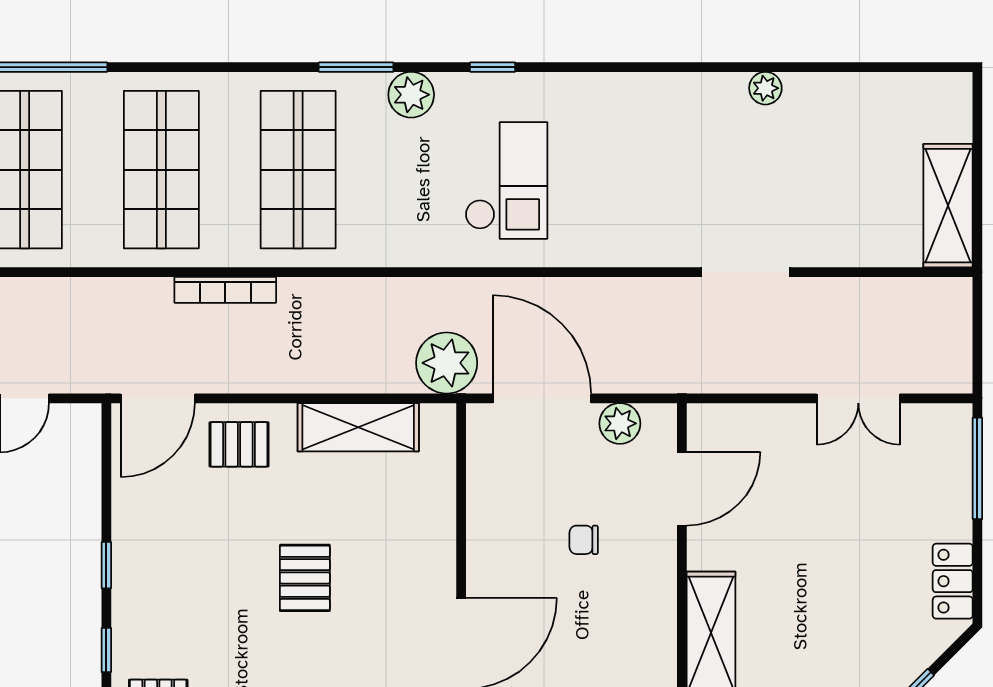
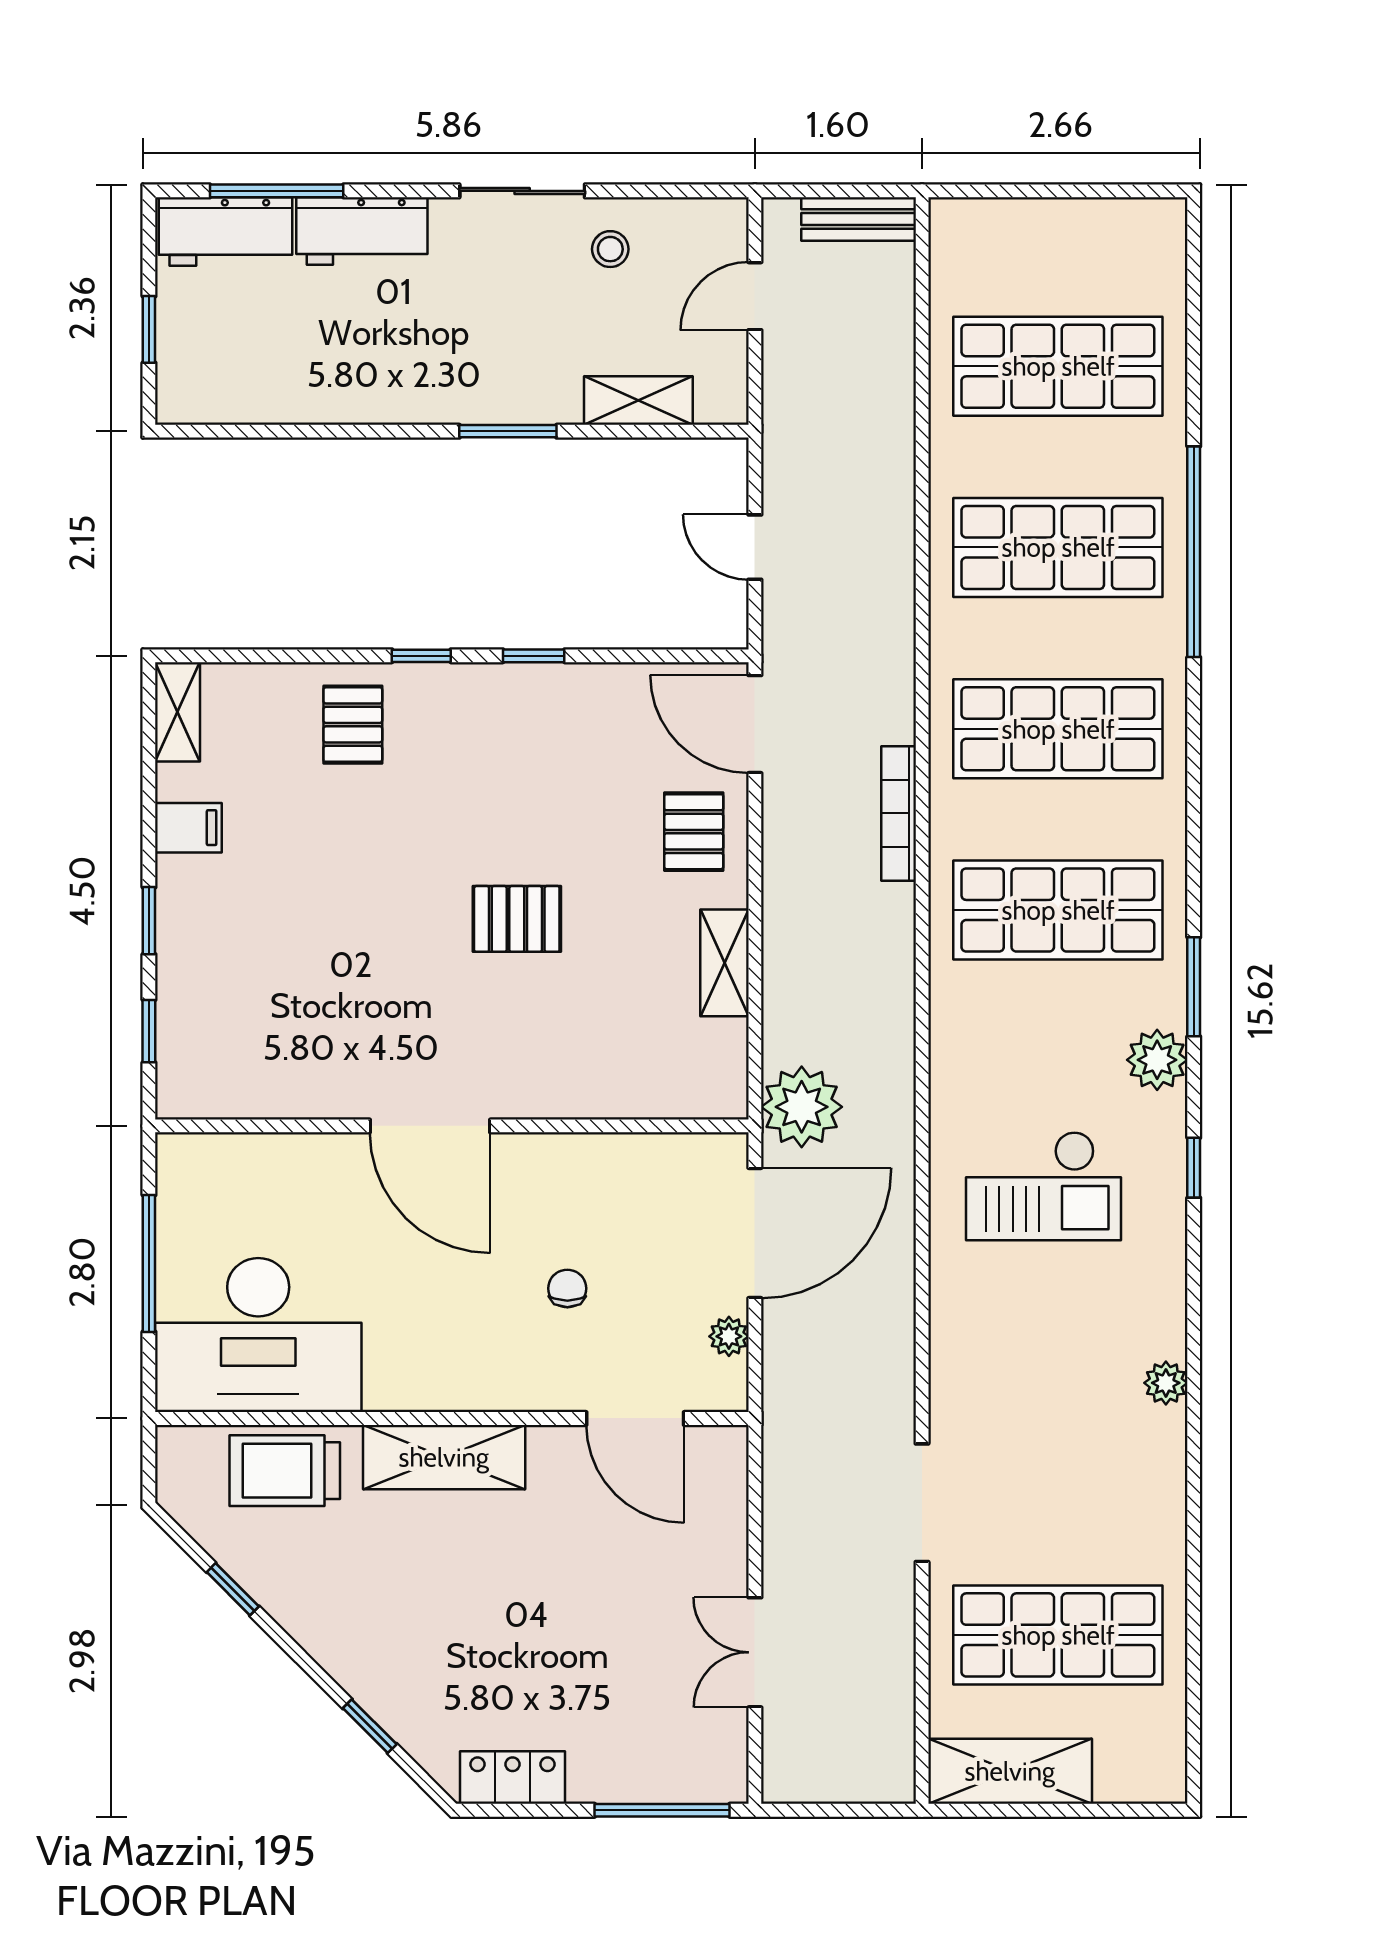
plant: (765, 88) -> (1166, 1383), moved
shop shelf: (845, 170) -> (1058, 1635), added
plant: (620, 423) -> (729, 1336), width x0.73, depth x0.73
shelving: (358, 427) -> (725, 963), width x0.67, depth x0.75

